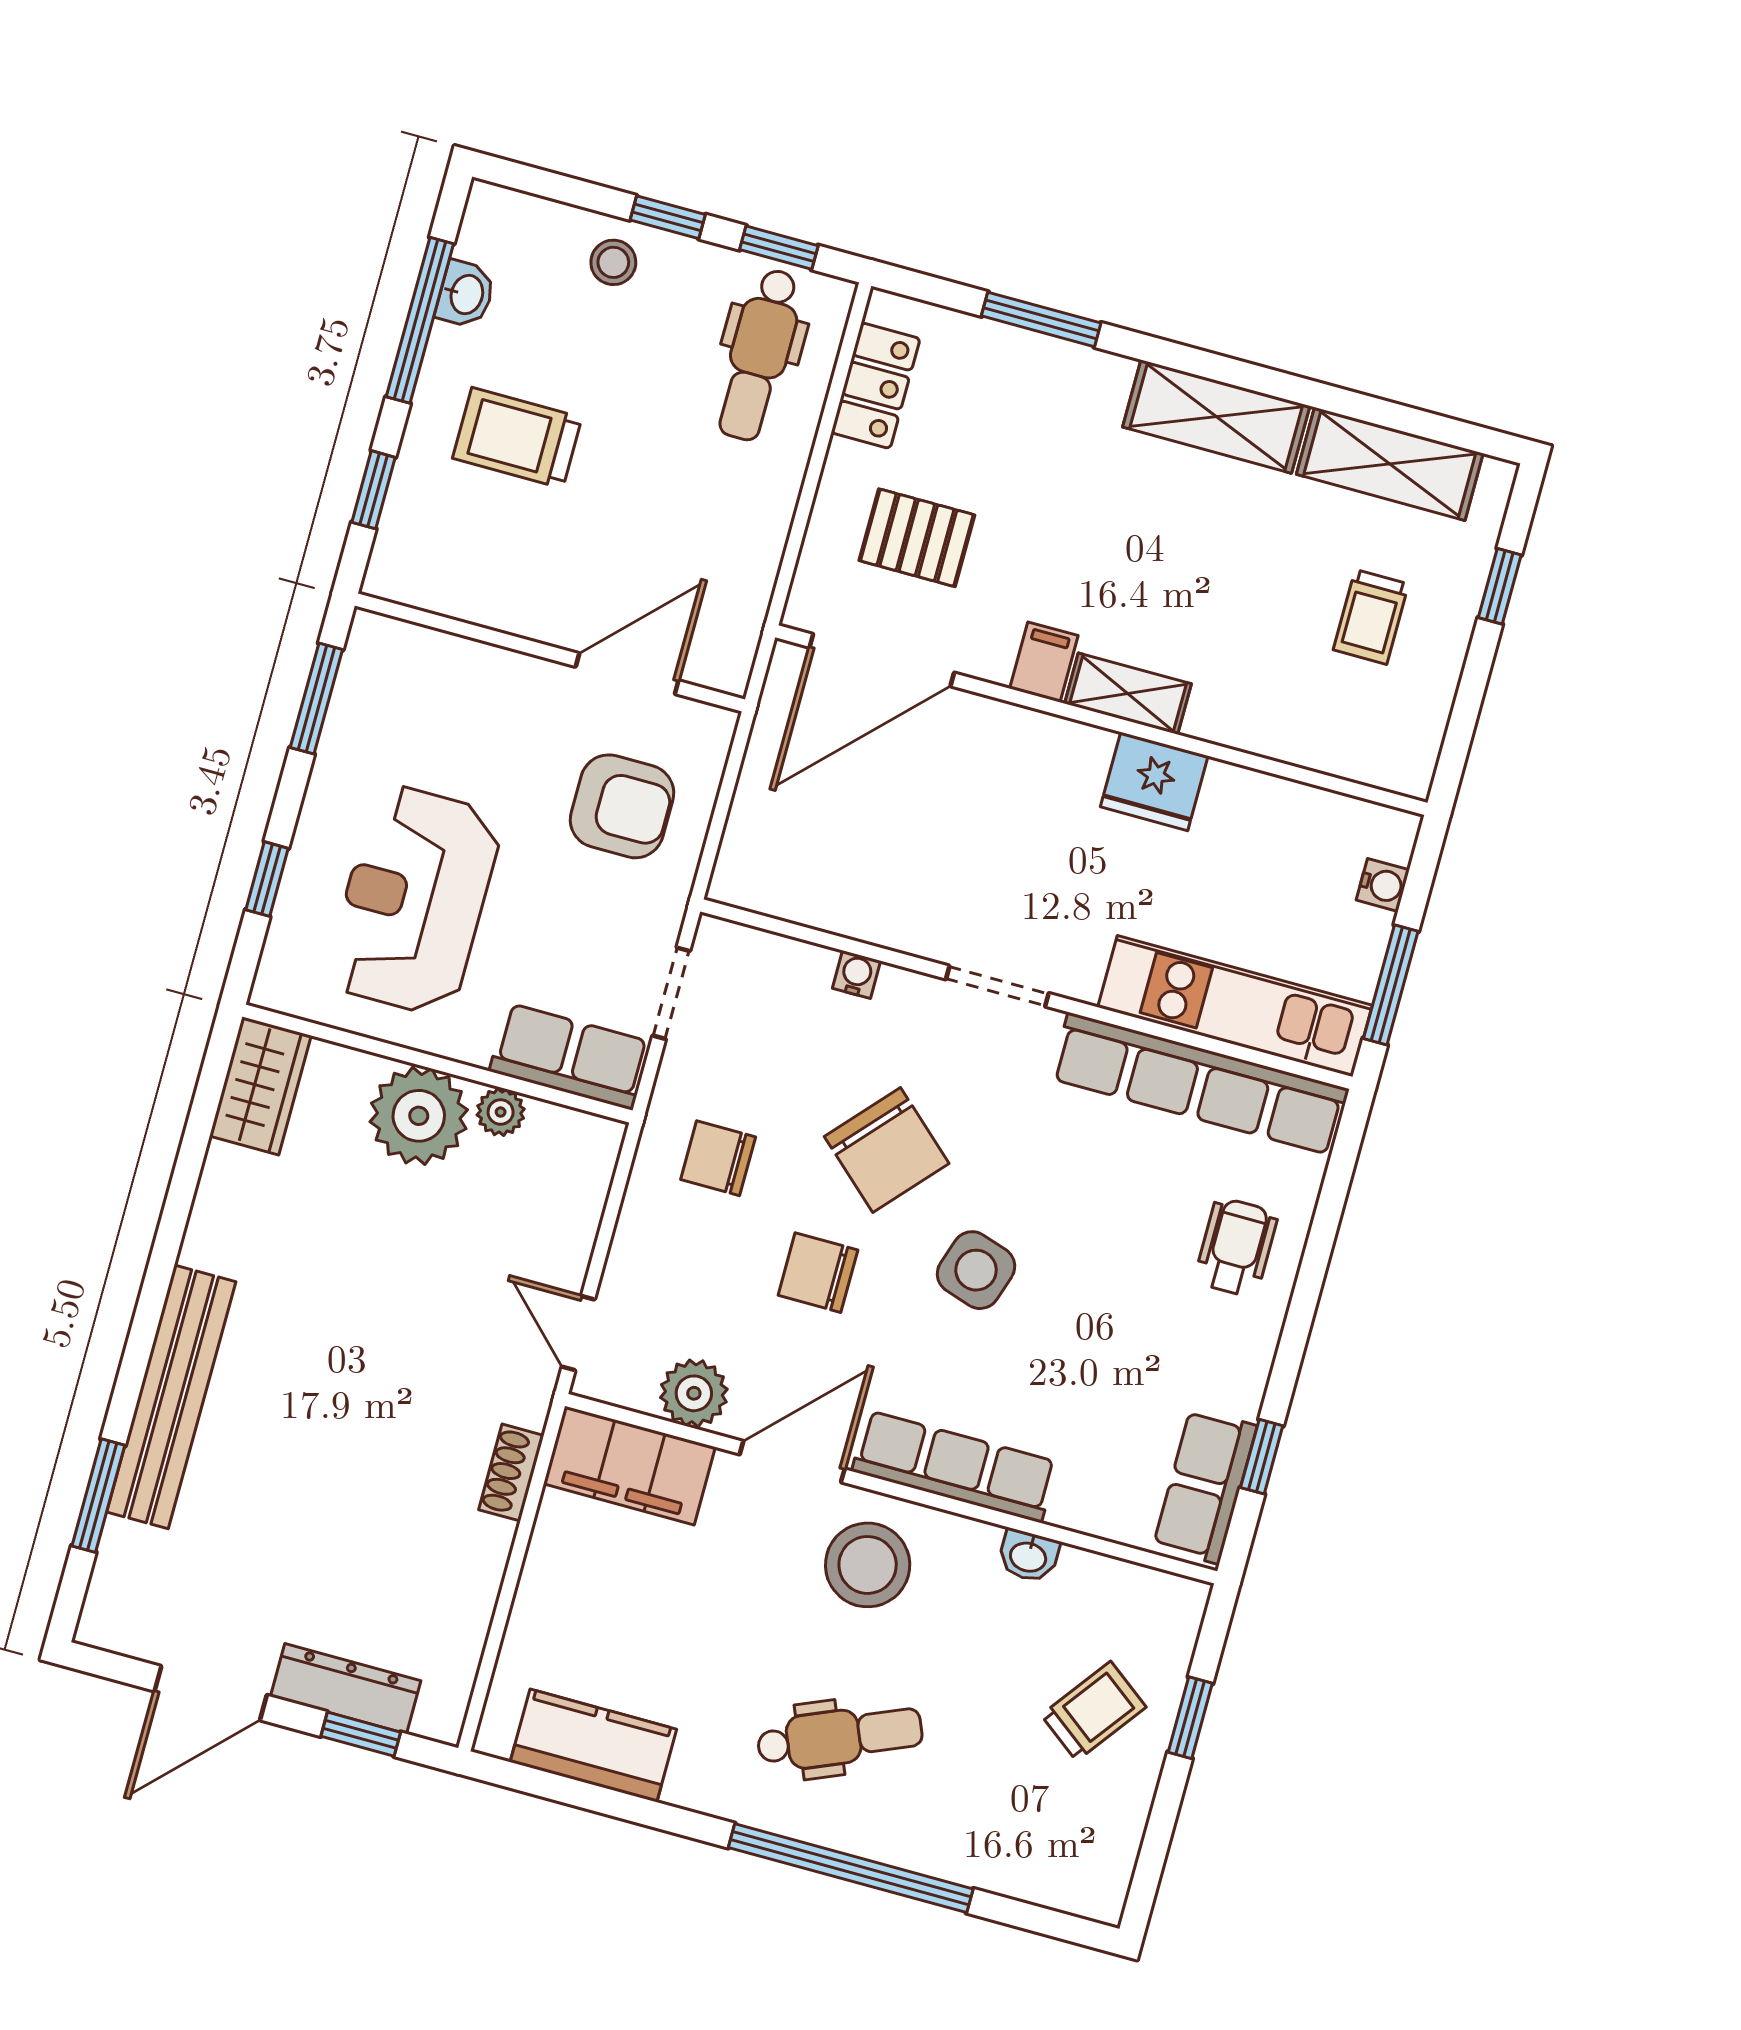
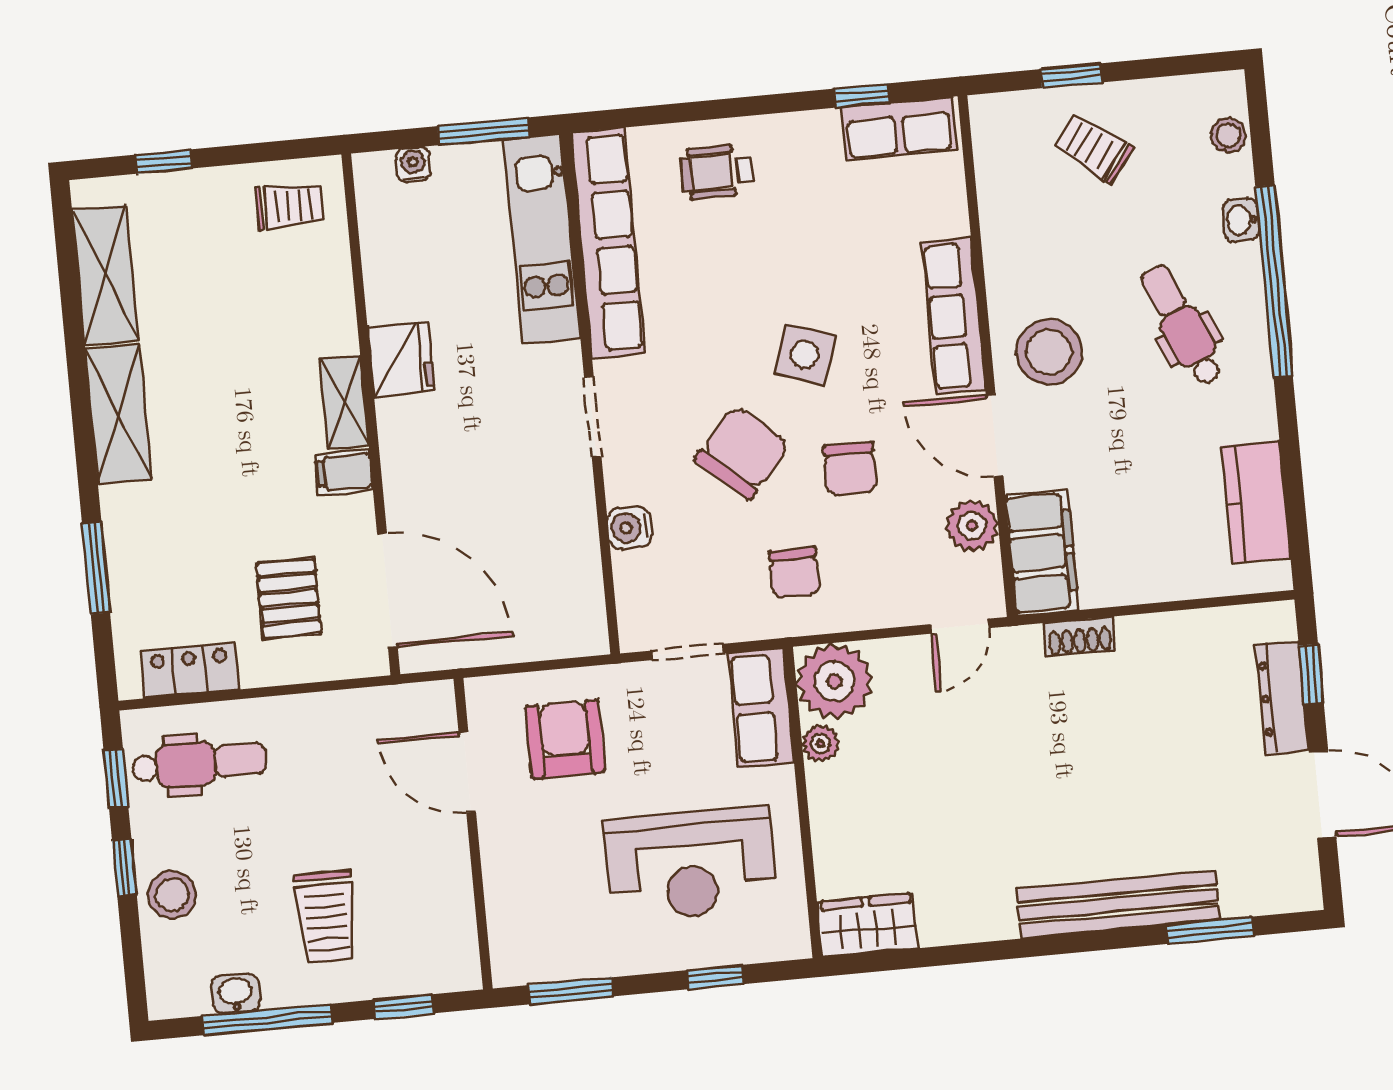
stool: (613, 262) -> (172, 895), width x1.37, depth x1.37
trolley: (1371, 617) -> (289, 206), moved
water cooler: (856, 974) -> (629, 528), width x1.38, depth x1.38
plant: (419, 1116) -> (834, 681), moved
washbasin: (1028, 1556) -> (1241, 220), moved, turned 180
stool: (1047, 1879) -> (1228, 135), added

